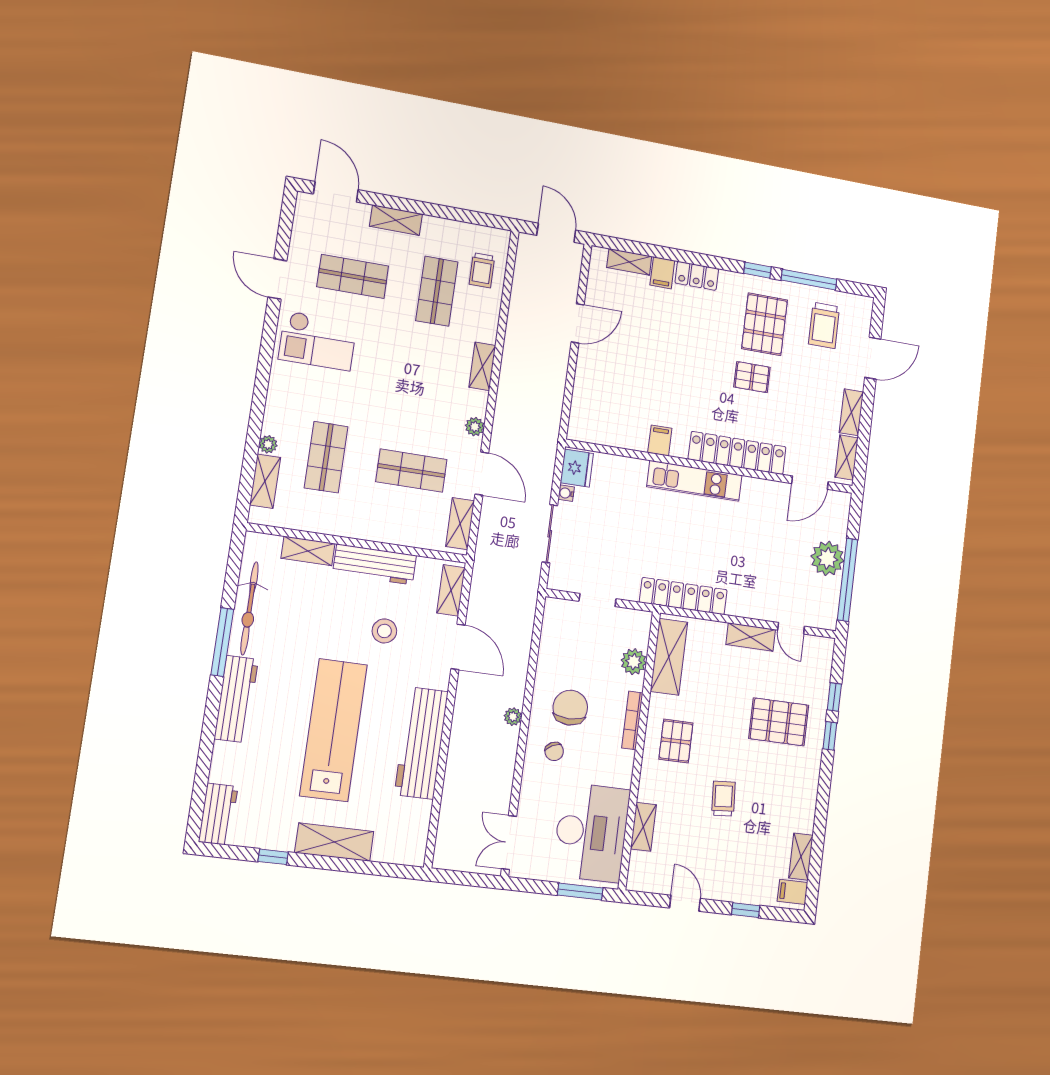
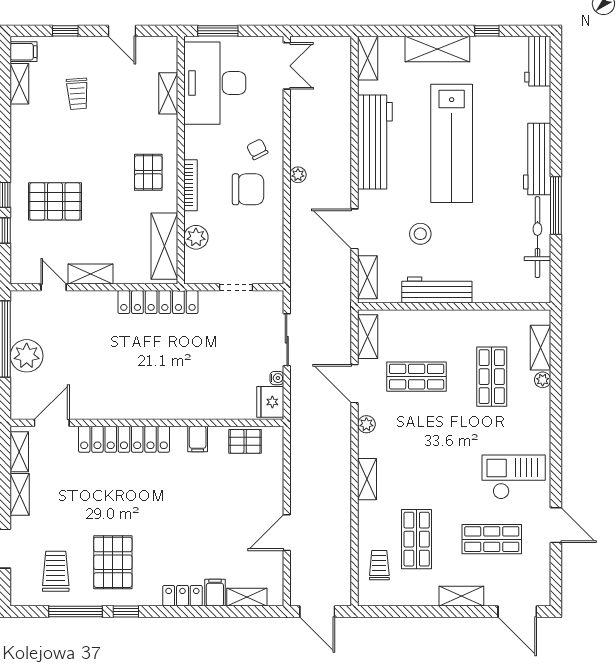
pallet: (752, 377) -> (245, 441), moved
kitchen unit: (695, 481) -> (161, 407), removed
shelving: (308, 551) -> (368, 58), moved, turned 90
chair: (570, 708) -> (248, 189), turned -90
trolley: (723, 799) -> (77, 94), moved

